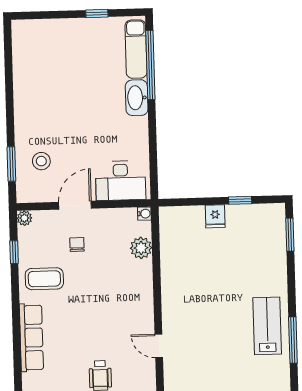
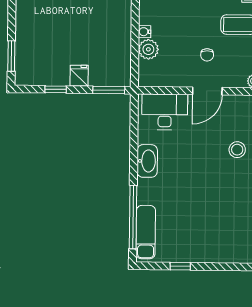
washbasin: (137, 98) -> (147, 161), moved
stool: (41, 161) -> (237, 150), moved
window: (182, 202) -> (109, 90), added
water cooler: (144, 214) -> (145, 32), moved

